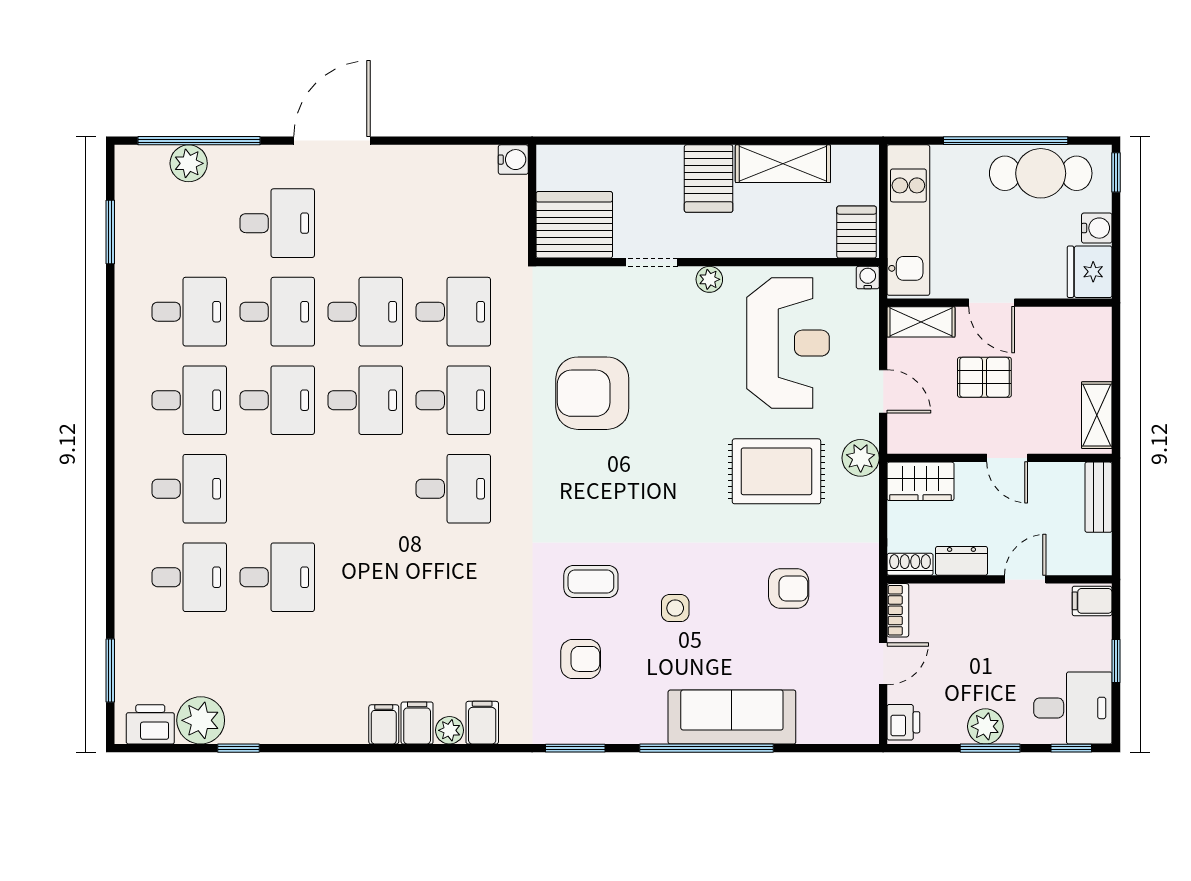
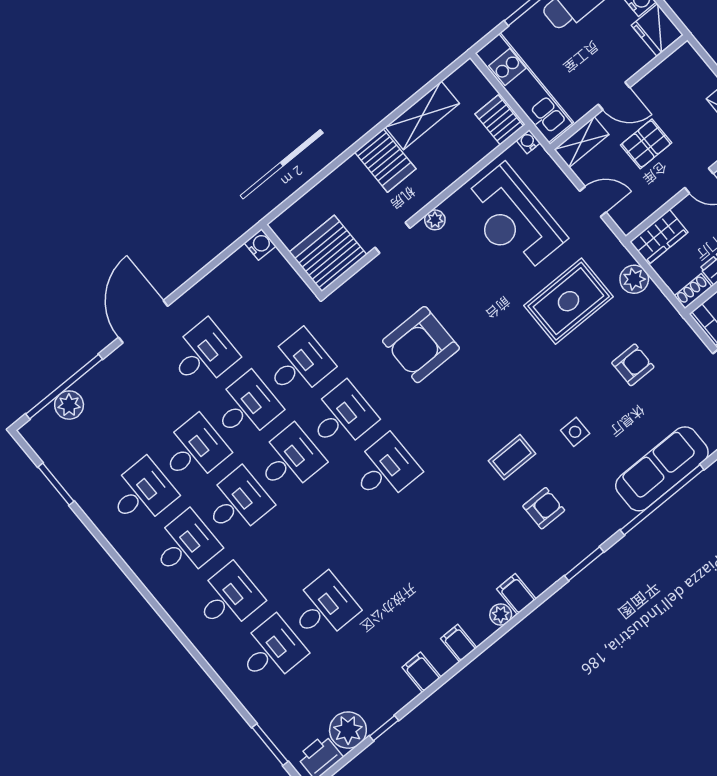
desk: (277, 223) -> (203, 354), moved
reception desk: (788, 343) -> (513, 219), turned 180
plant: (861, 458) -> (634, 279), moved
filing cabinet: (417, 723) -> (422, 672), moved

